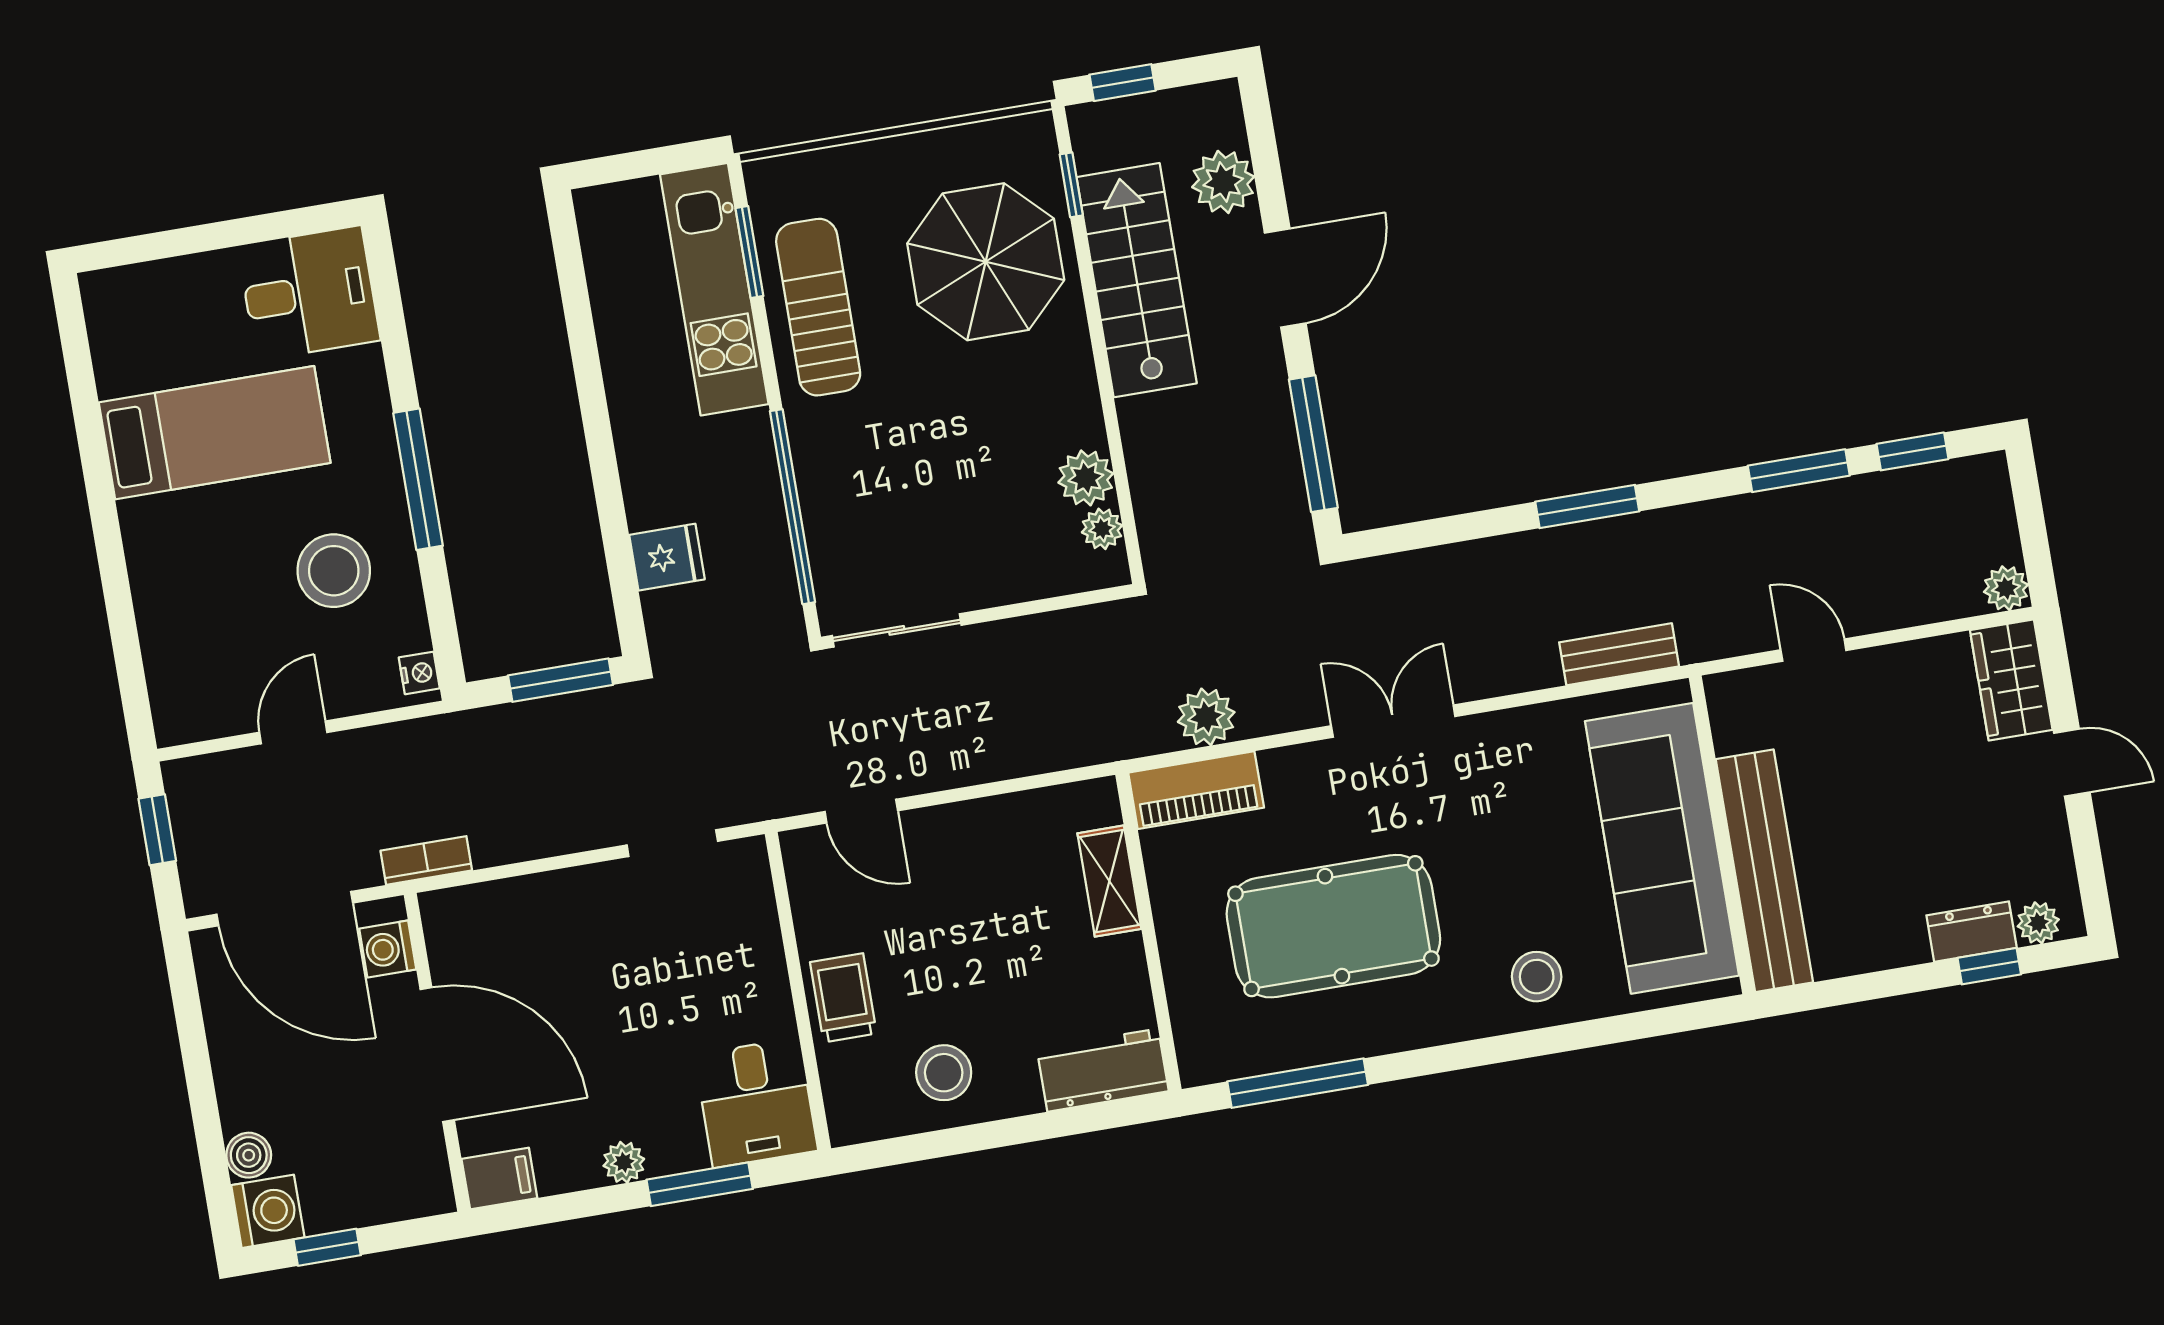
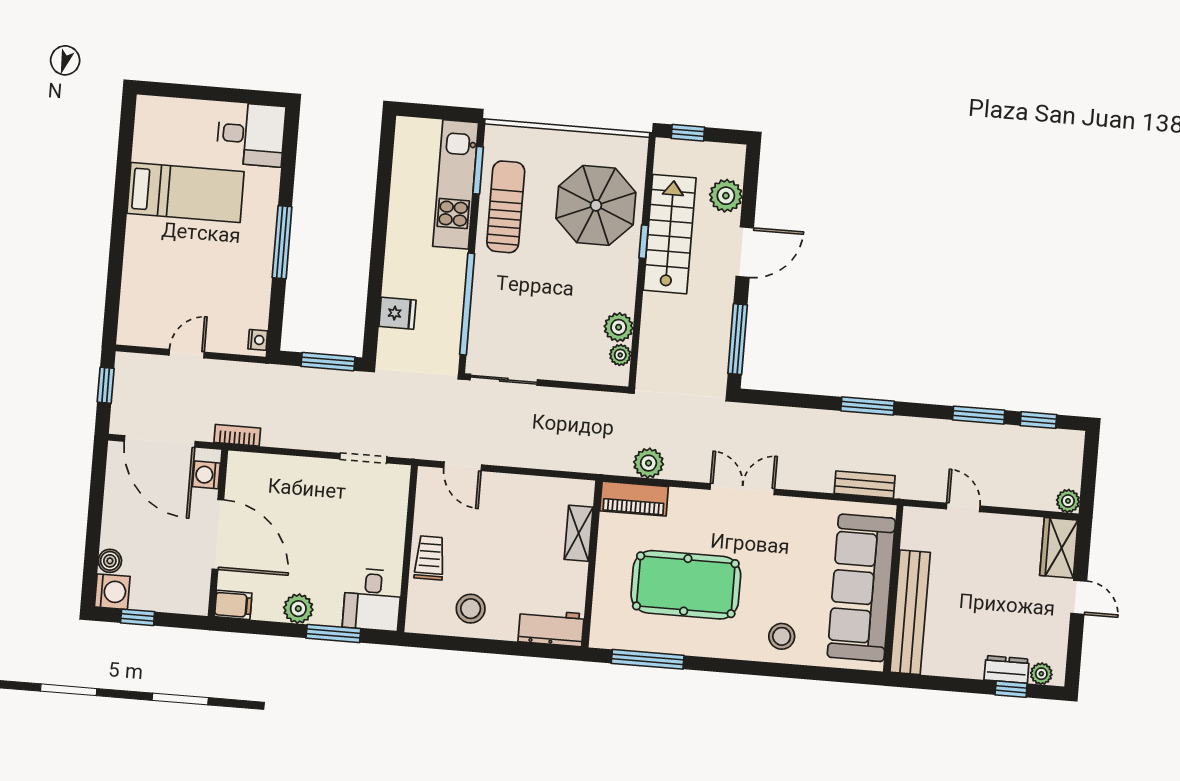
window: (1071, 185) -> (644, 242), moved
stool: (334, 571) -> (228, 277), removed
plant: (624, 1162) -> (298, 609), width x1.38, depth x1.38

